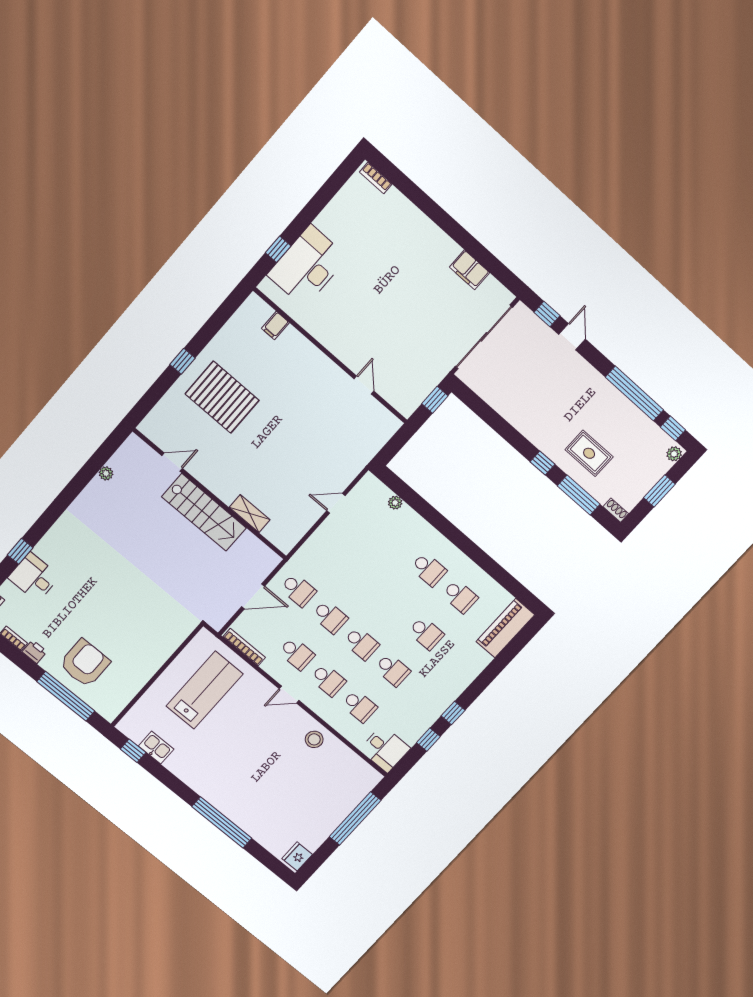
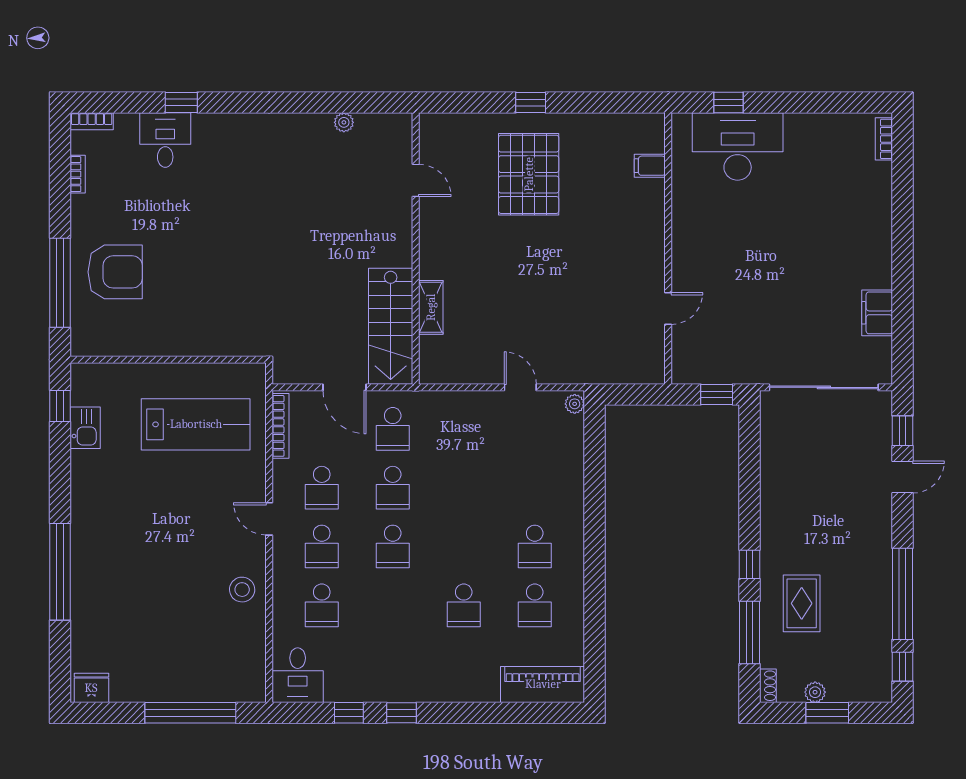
plant: (674, 454) -> (815, 692), moved
plant: (395, 503) -> (575, 404), moved
stairs: (204, 512) -> (391, 326), moved
printer: (35, 652) -> (82, 208), removed
school desk: (393, 670) -> (393, 605), removed

